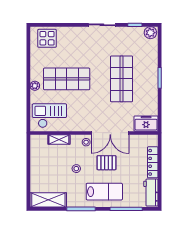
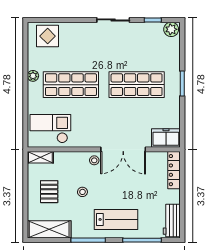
shop shelf: (122, 79) -> (137, 85), turned 90
plant: (35, 86) -> (33, 76), moved
shelving: (59, 140) -> (40, 157), moved
locker: (153, 162) -> (174, 170), moved
pallet: (106, 163) -> (49, 192), moved, turned 90

